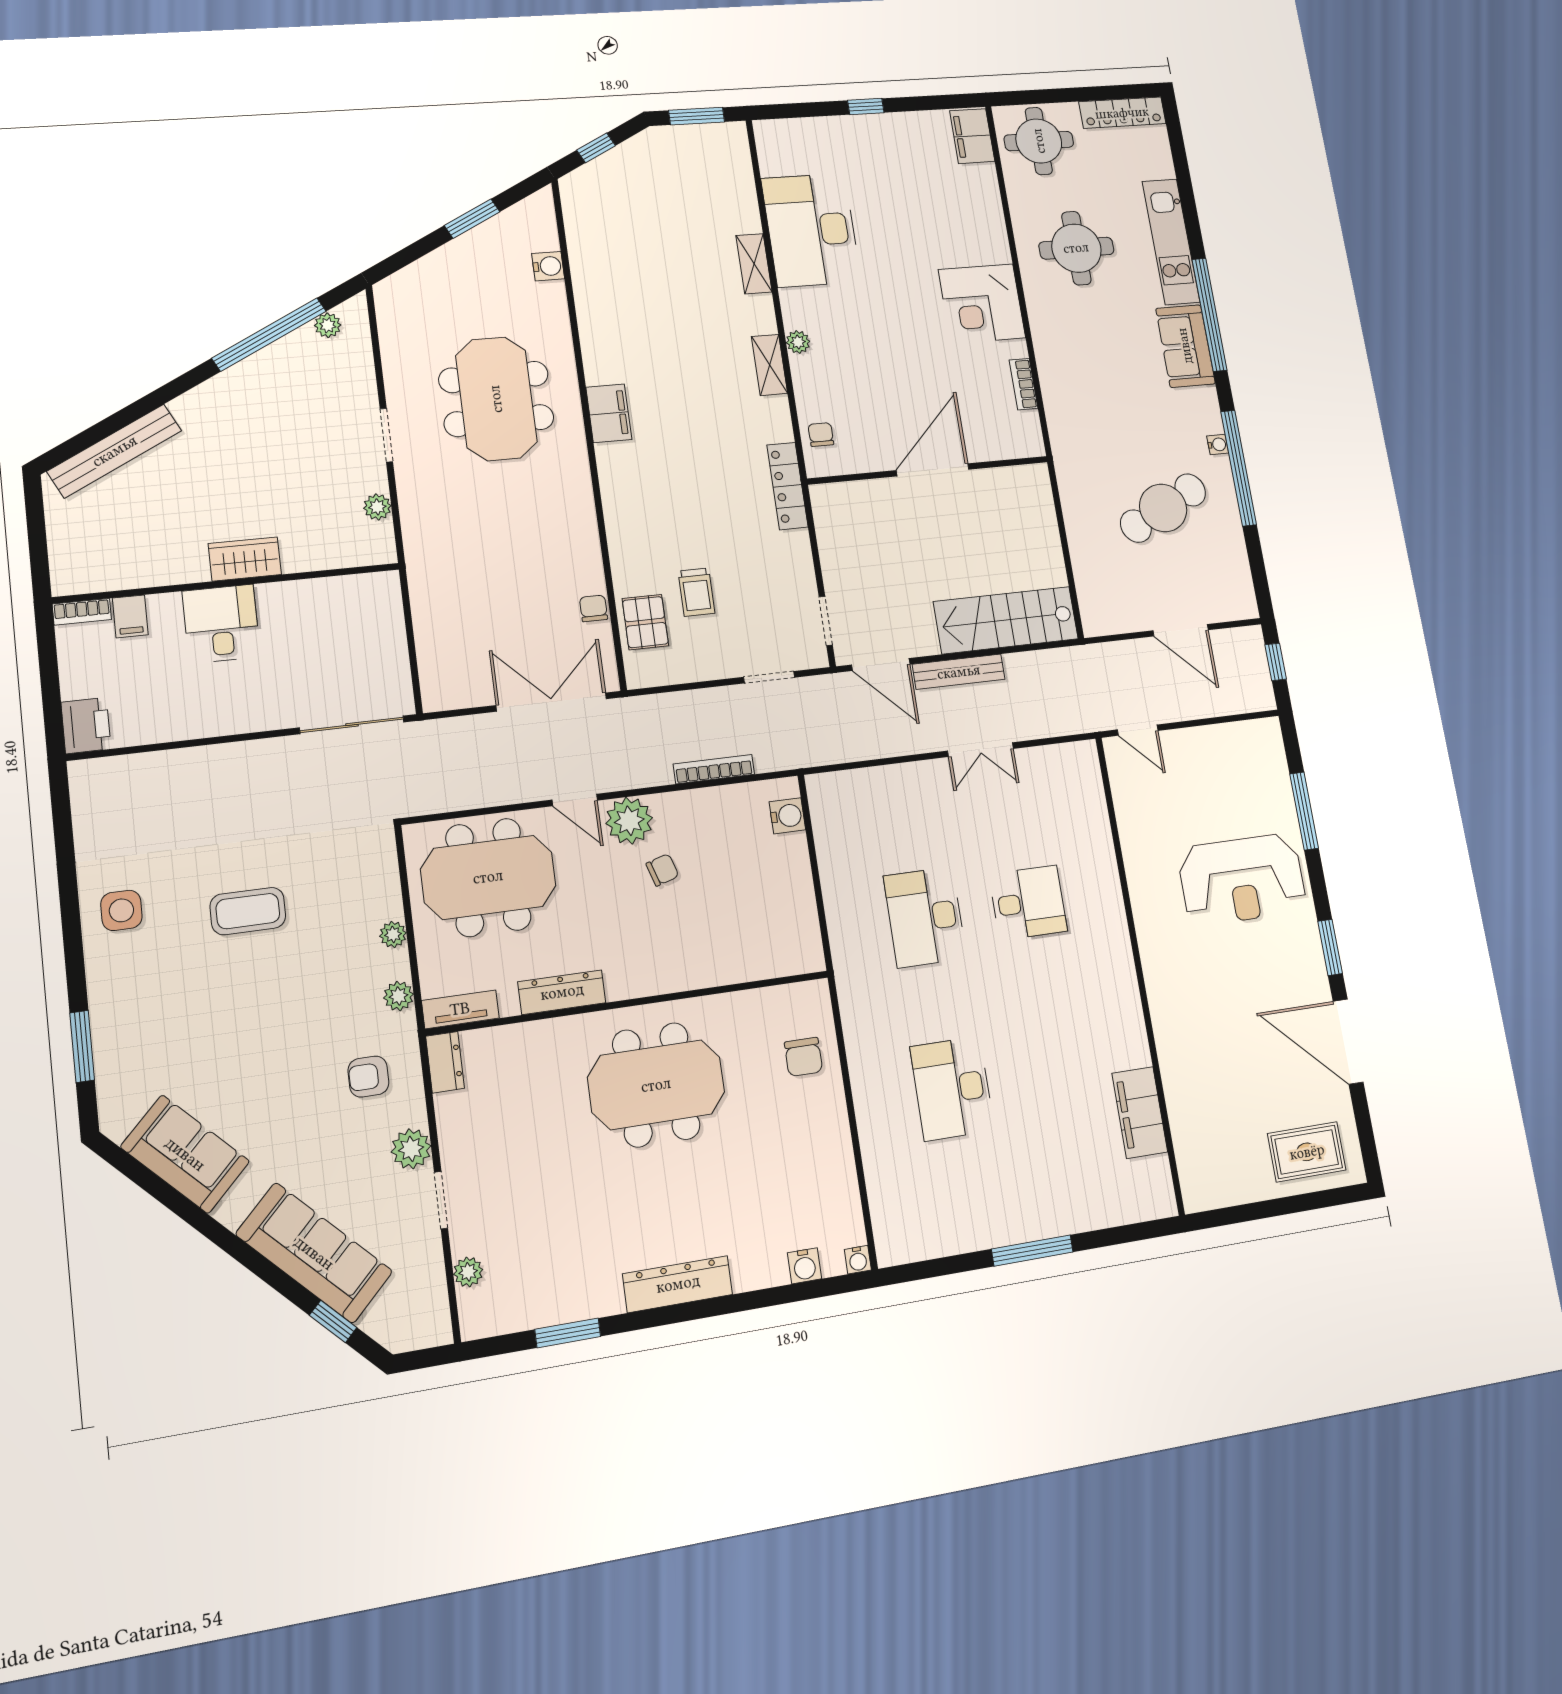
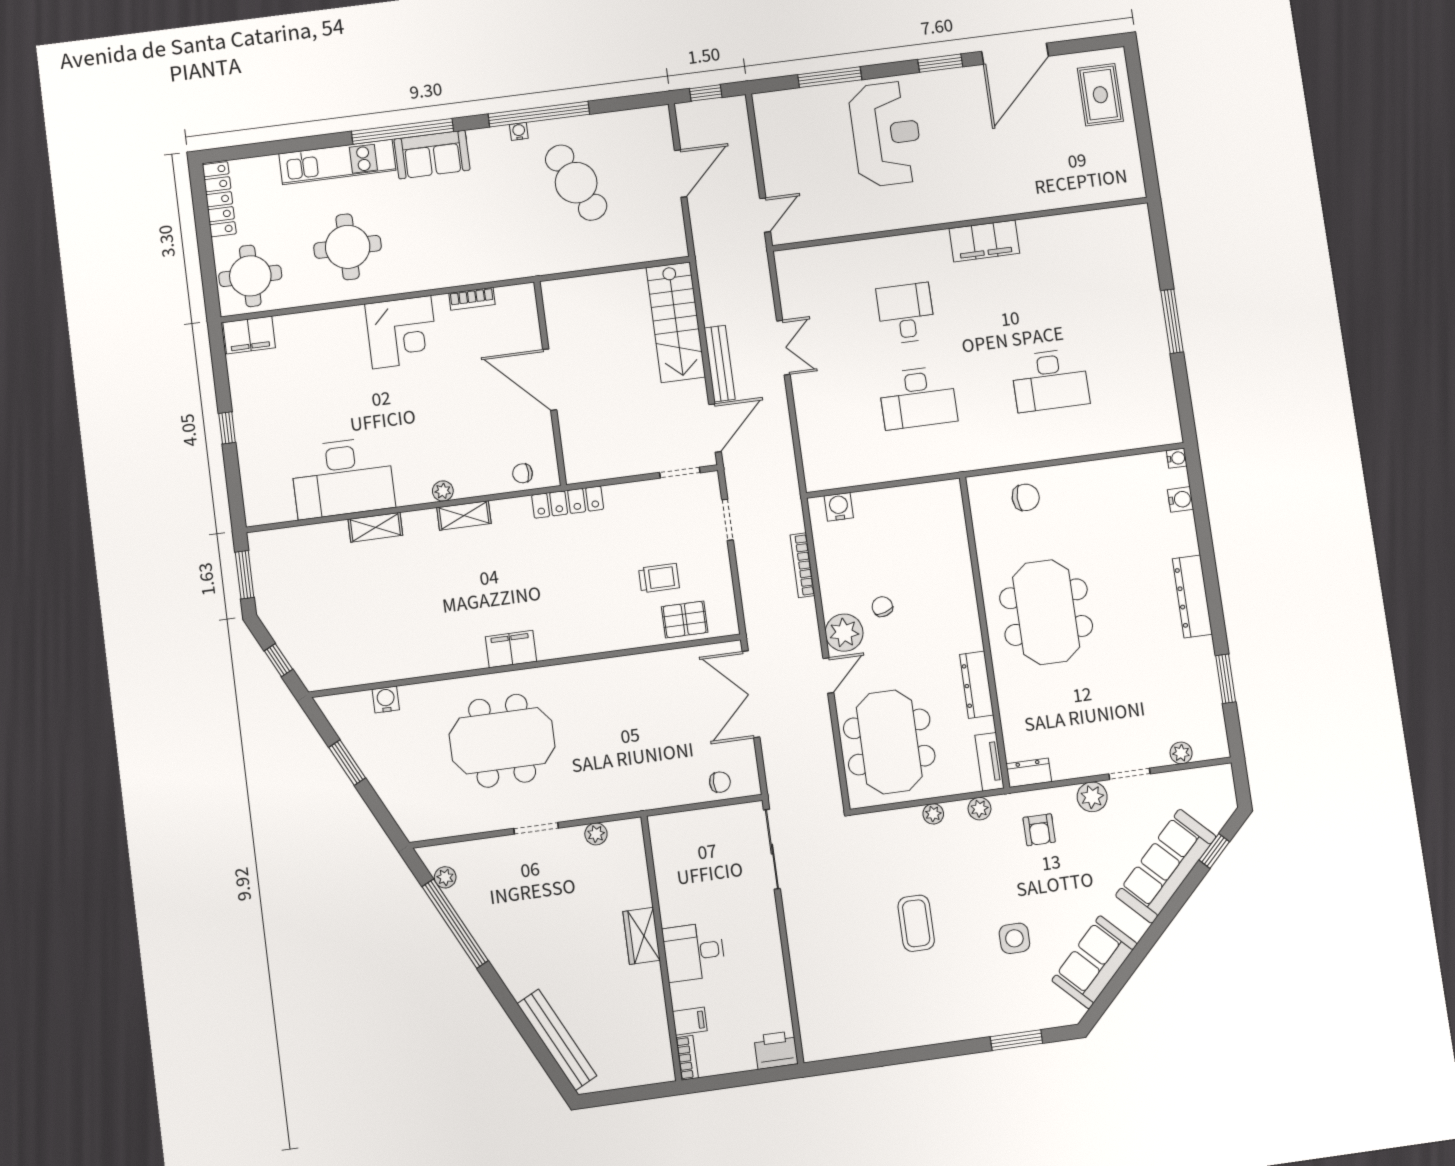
chair: (593, 608) -> (720, 782), moved, turned 180
side table: (121, 910) -> (1014, 938), moved
filing cabinet: (1140, 1113) -> (984, 241), moved

